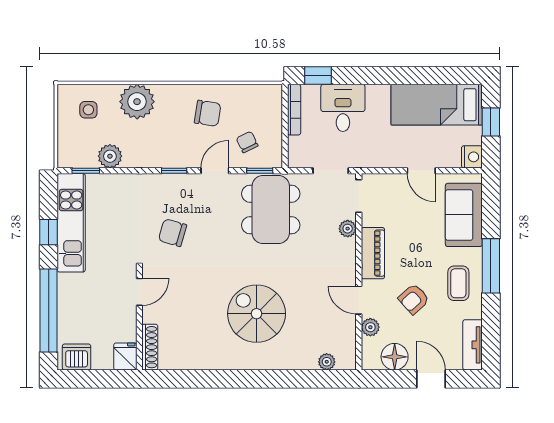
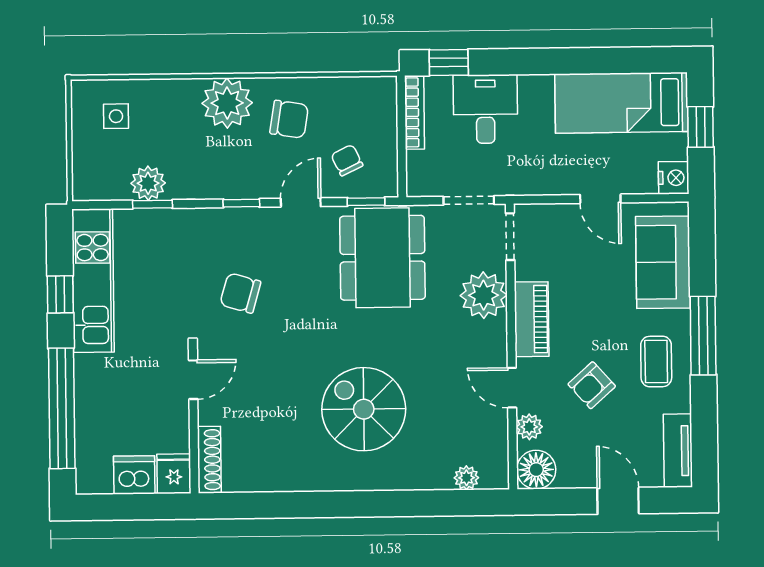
plant: (137, 102) -> (227, 103), moved
window: (86, 171) -> (152, 204), moved
plant: (348, 229) -> (484, 295), width x1.87, depth x1.87
dishwasher: (77, 357) -> (134, 475), moved
floor lamp: (395, 357) -> (536, 470), moved

